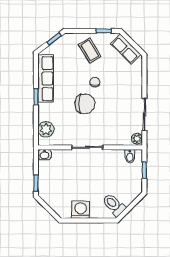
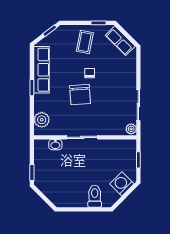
coffee table: (90, 50) -> (85, 42), turned 42
chair: (85, 104) -> (80, 95), turned 86
washbasin: (45, 155) -> (55, 145), moved
bidet: (130, 156) -> (124, 146), removed
toilet: (114, 205) -> (95, 196), moved, turned 45
washing machine: (81, 210) -> (122, 184), moved, turned -45

